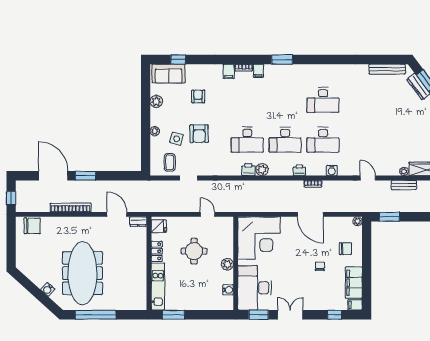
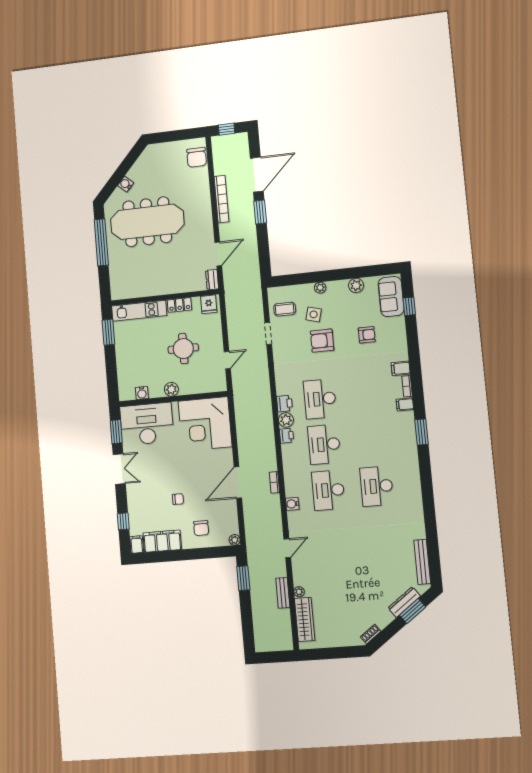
printer: (299, 170) -> (287, 436), moved

